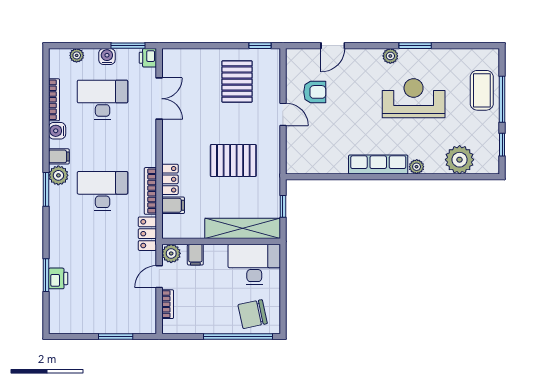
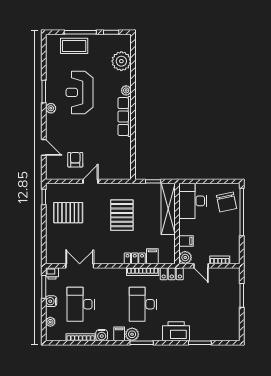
printer: (58, 278) -> (176, 331), moved, width x1.87, depth x1.48

